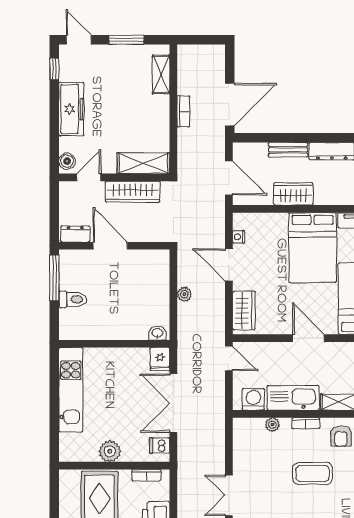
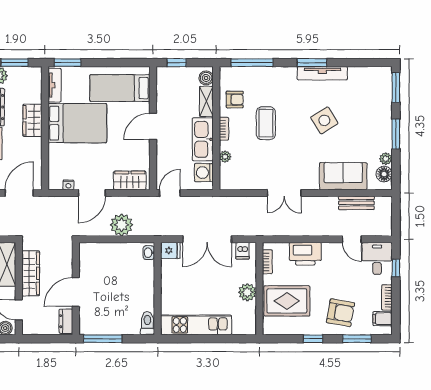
wardrobe: (293, 194) -> (32, 120), moved
plant: (184, 294) -> (122, 225), width x1.88, depth x1.88
toilet: (73, 299) -> (147, 323), moved

